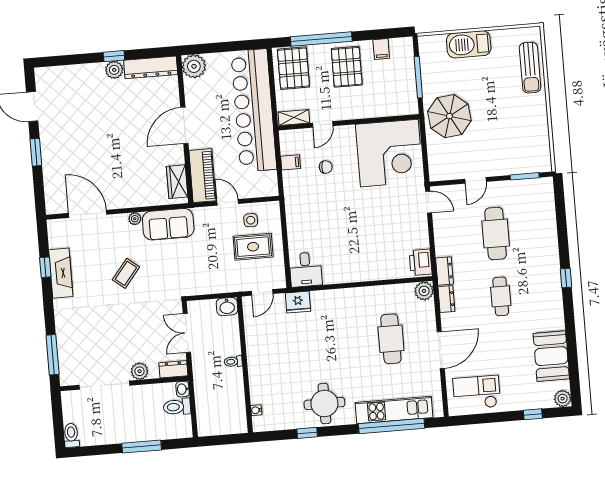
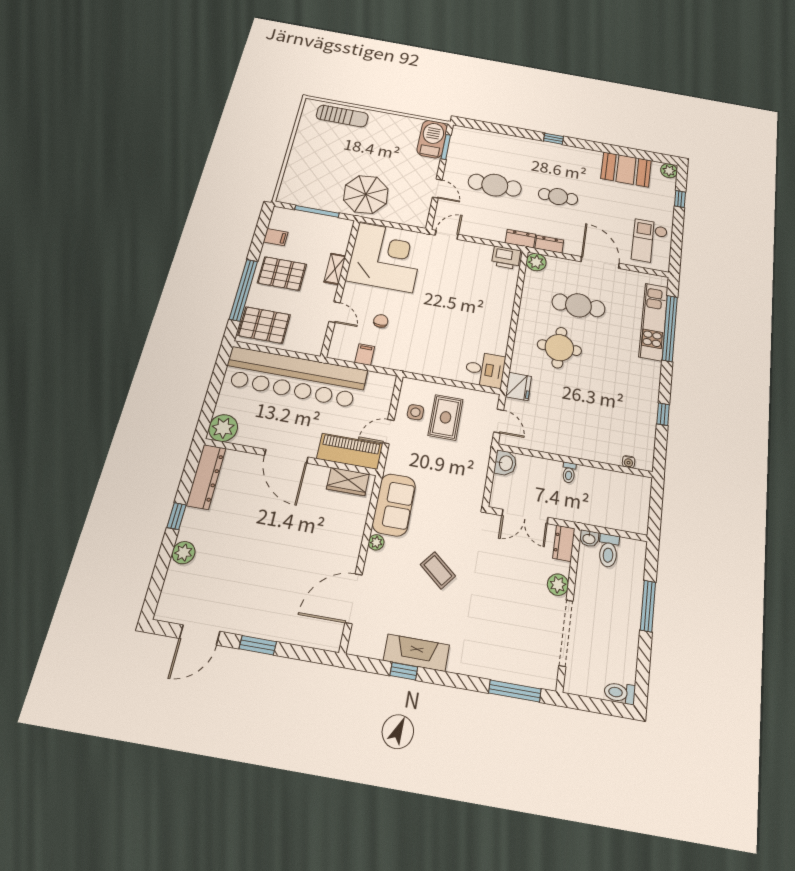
barbecue: (469, 44) -> (432, 139), moved, turned 180
plant: (114, 70) -> (184, 553), moved
shelving: (294, 117) -> (335, 269), moved
round table: (324, 404) -> (559, 348), moved

